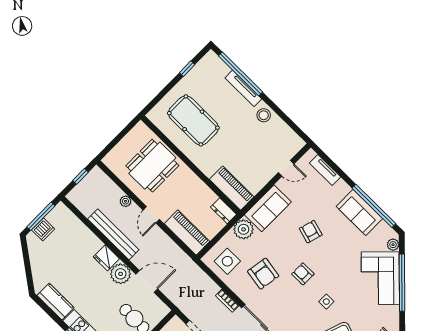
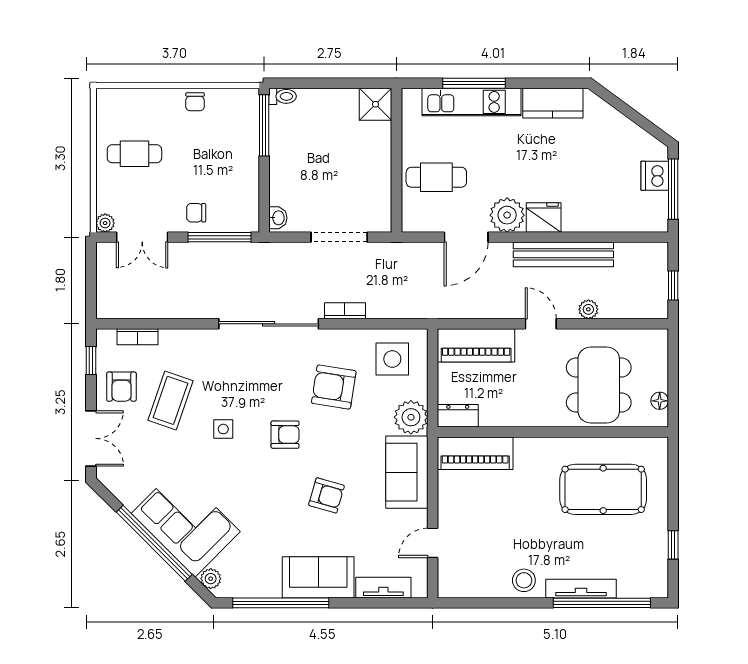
floor lamp: (133, 134) -> (660, 401), added
sofa: (359, 212) -> (318, 577), moved

